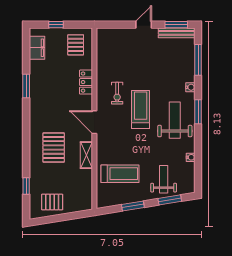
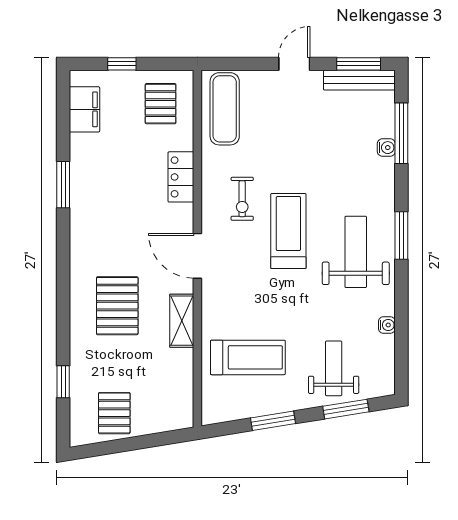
exercise mat: (108, 47) -> (225, 109), added
water cooler: (190, 87) -> (386, 148), moved
pallet: (52, 202) -> (114, 413), turned 90

